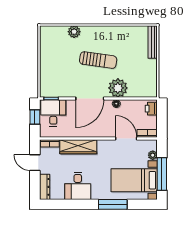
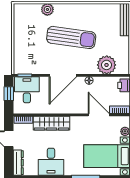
sun lounger: (98, 60) -> (71, 37), width x1.36, depth x1.34
plant: (118, 88) -> (107, 65), moved

